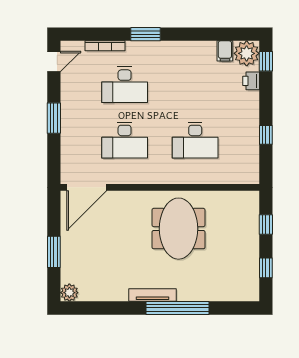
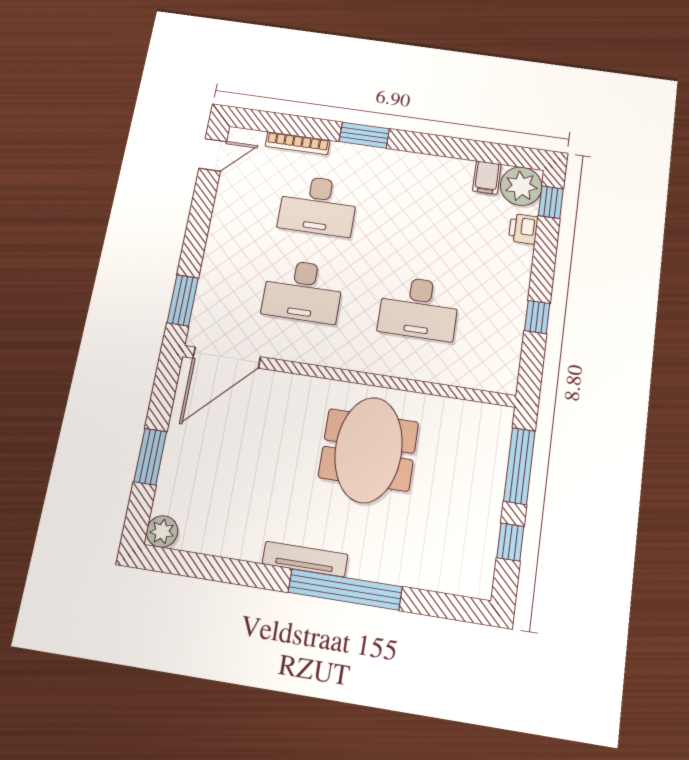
window: (54, 118) -> (183, 300), moved
window: (266, 224) -> (519, 466), width x2.17

